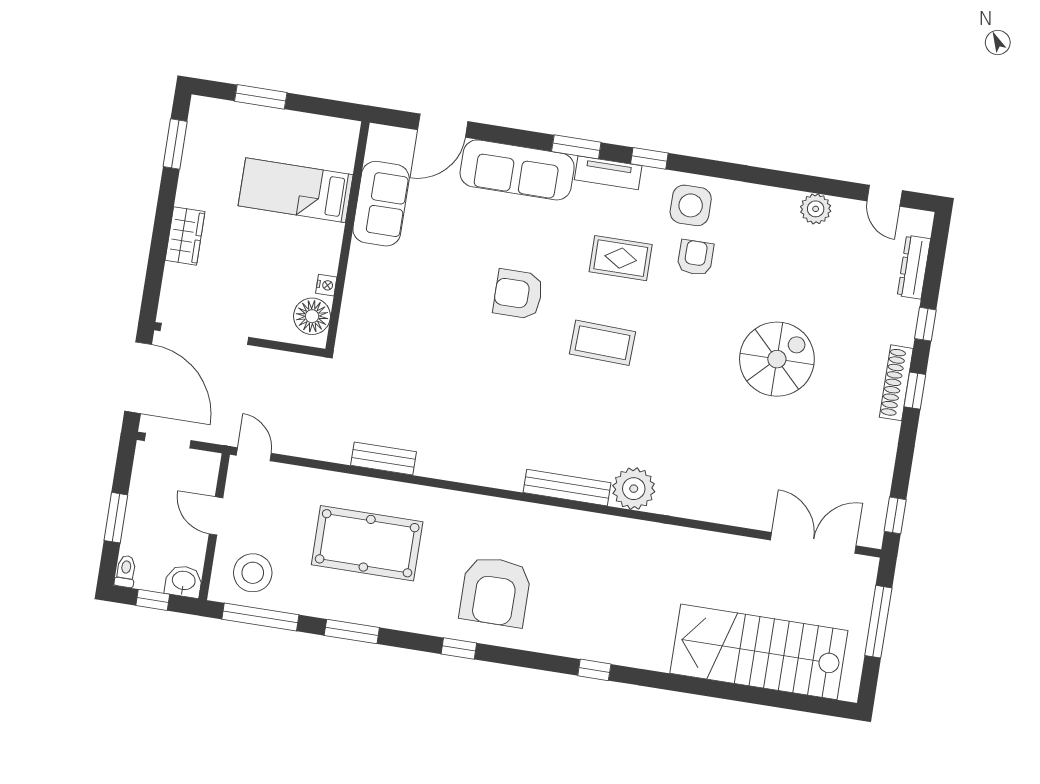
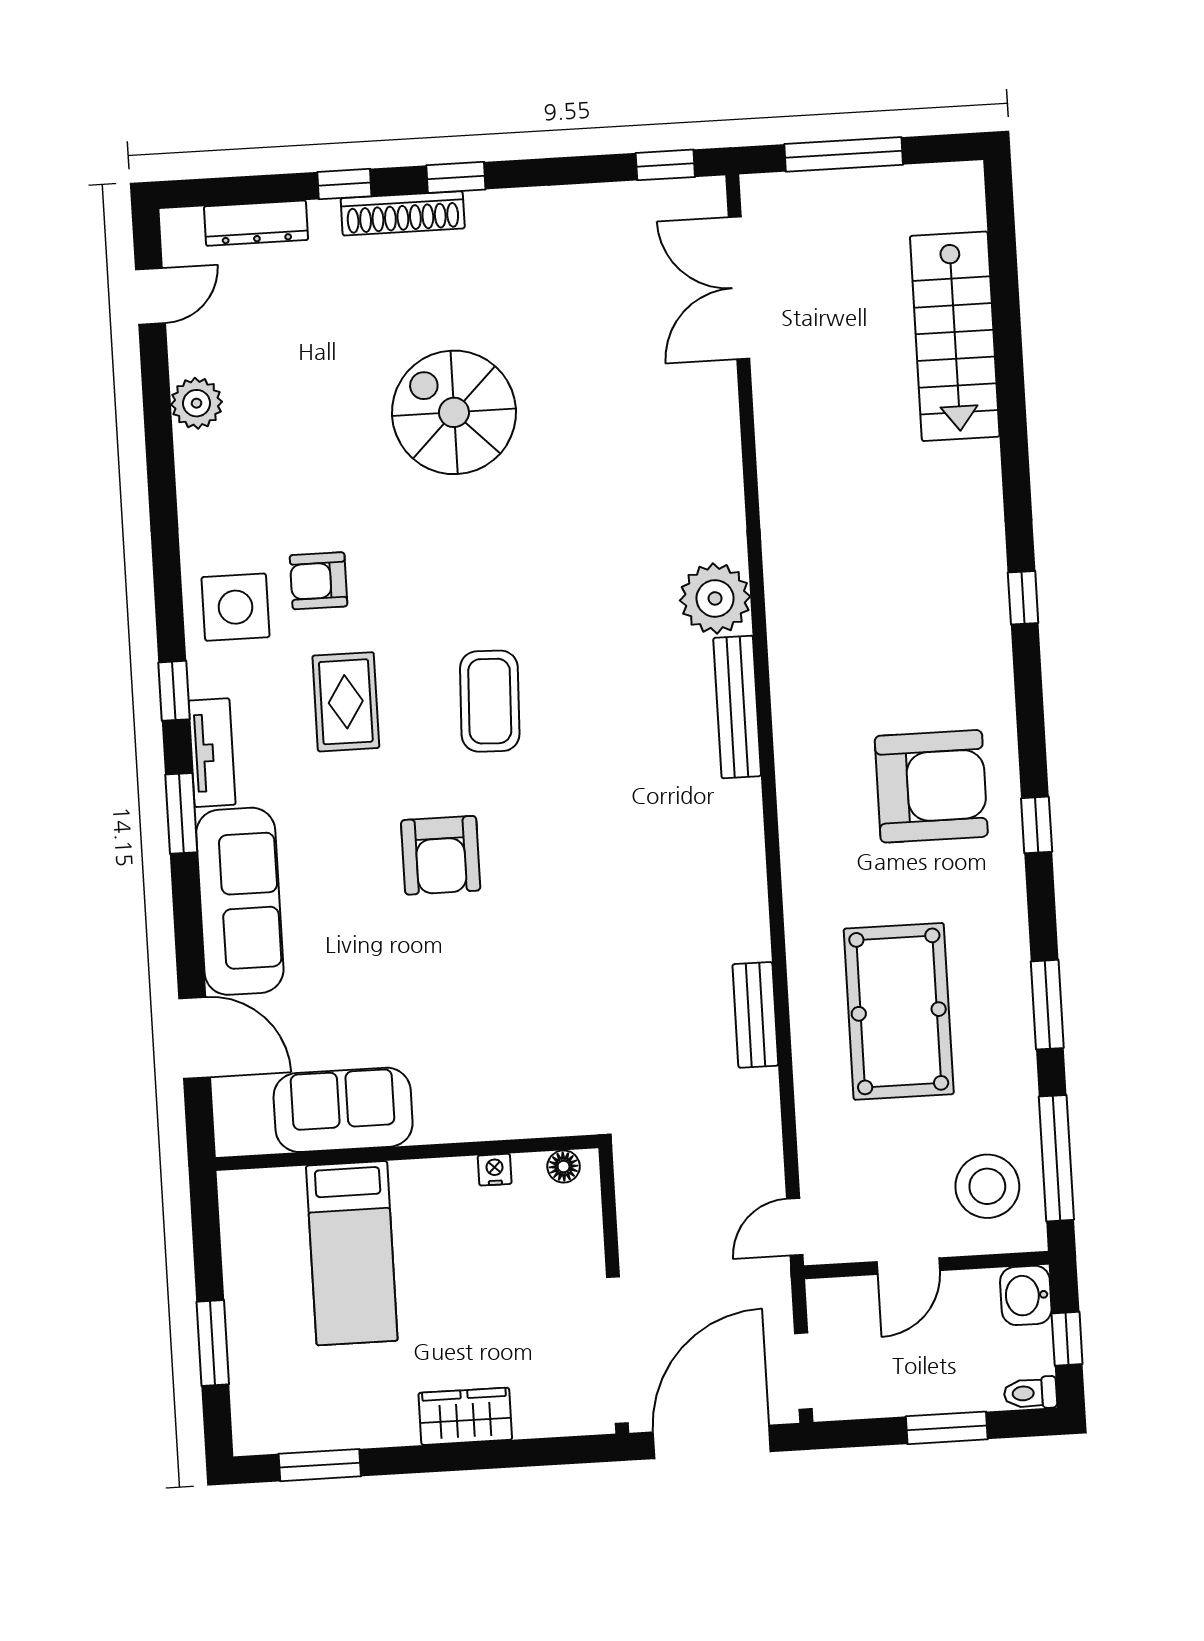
floor lamp: (312, 316) -> (564, 1167), width x0.53, depth x0.53
shoe rack: (896, 383) -> (403, 213), moved
stairs: (759, 652) -> (955, 336), width x0.73, depth x0.66

